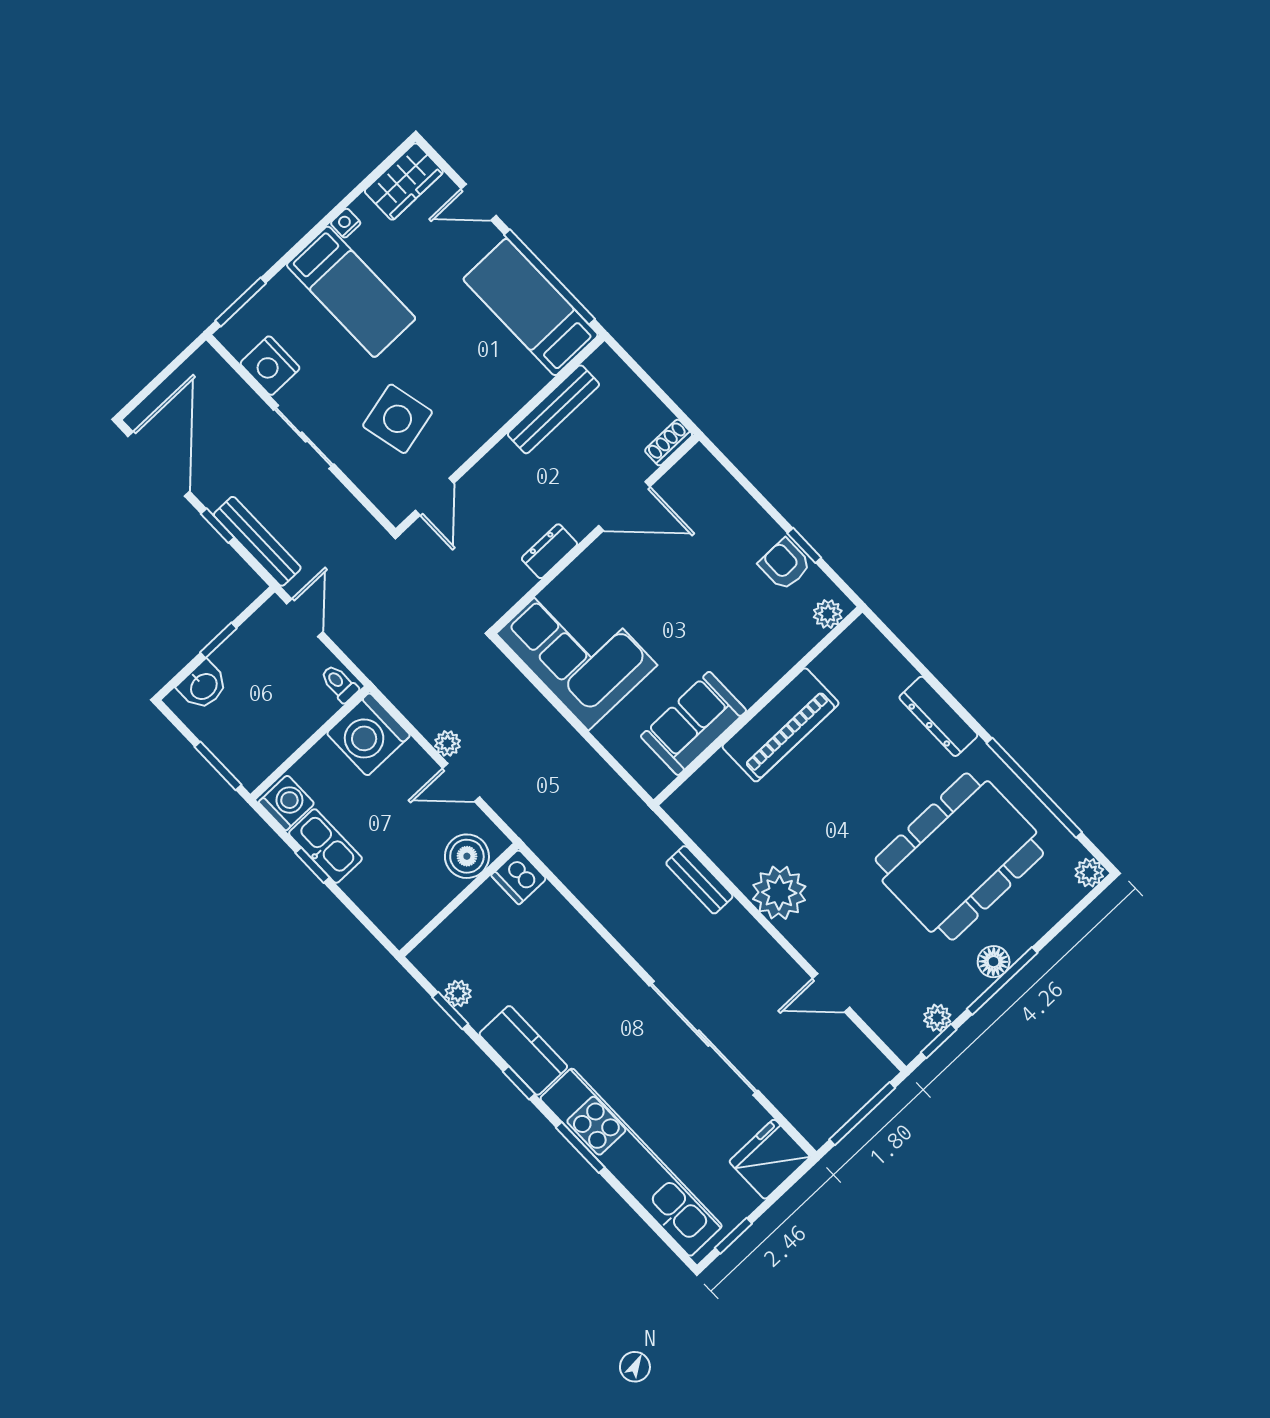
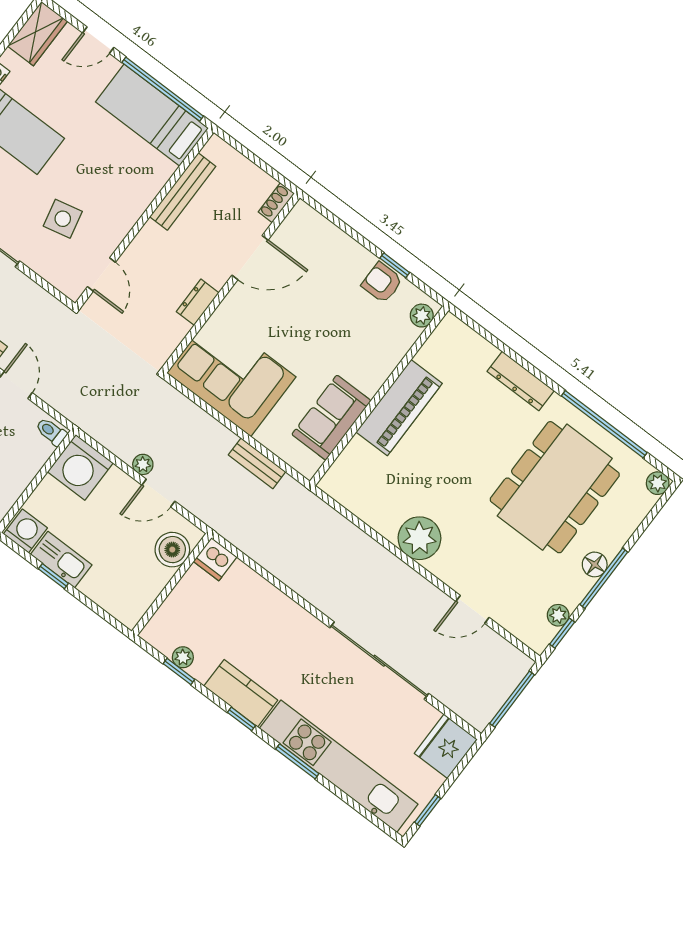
side table: (398, 419) -> (63, 219), width x0.73, depth x0.73
bench: (699, 880) -> (257, 463), moved

